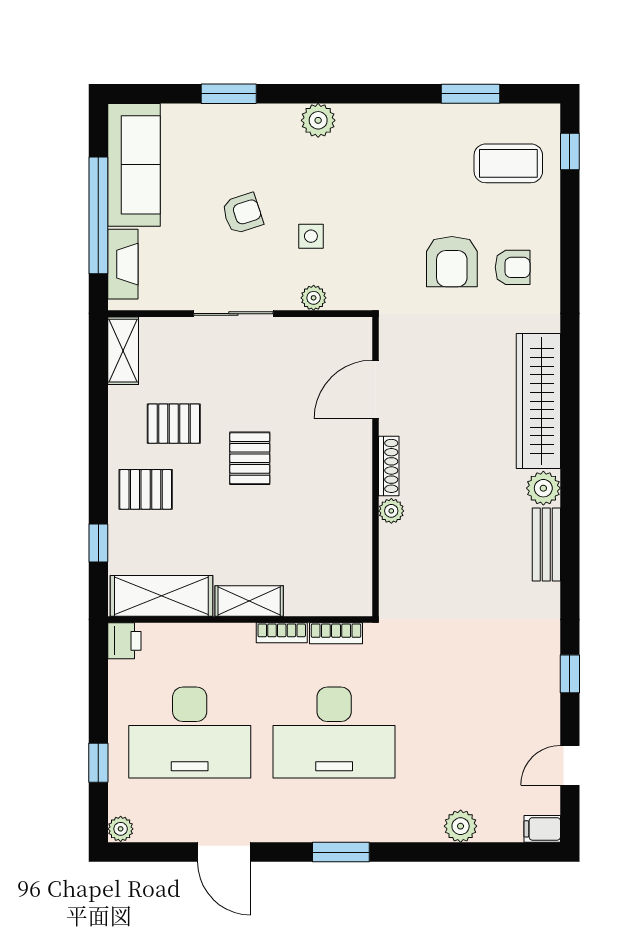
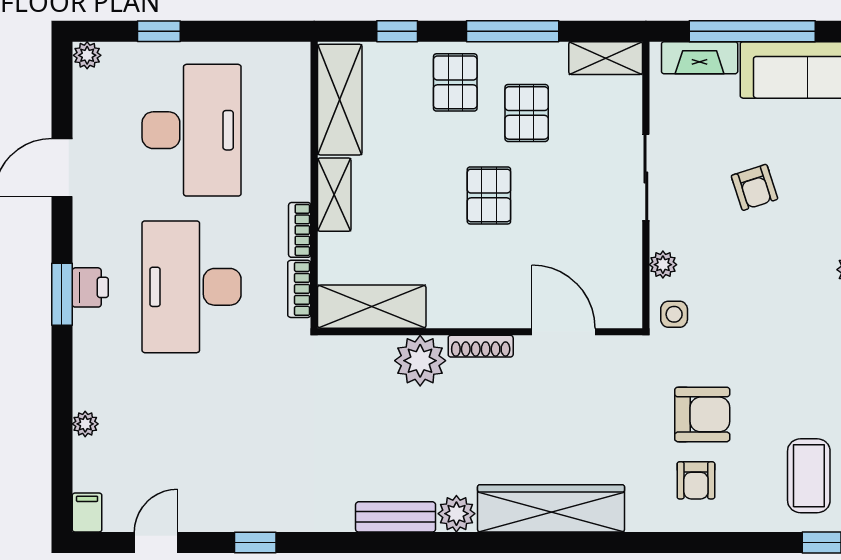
side table: (311, 236) -> (674, 314), moved
armchair: (452, 262) -> (702, 414), turned 180
window: (98, 436) -> (513, 31), added
pallet: (250, 458) -> (489, 195), turned 90
plant: (391, 511) -> (420, 361), width x1.88, depth x1.88
shelving: (352, 566) -> (372, 307), added
printer: (124, 641) -> (90, 287), moved, turned -90
desk: (190, 733) -> (192, 130), turned 180
door: (570, 765) -> (156, 542), hinge flipped
plant: (461, 826) -> (85, 424), width x0.73, depth x0.73

